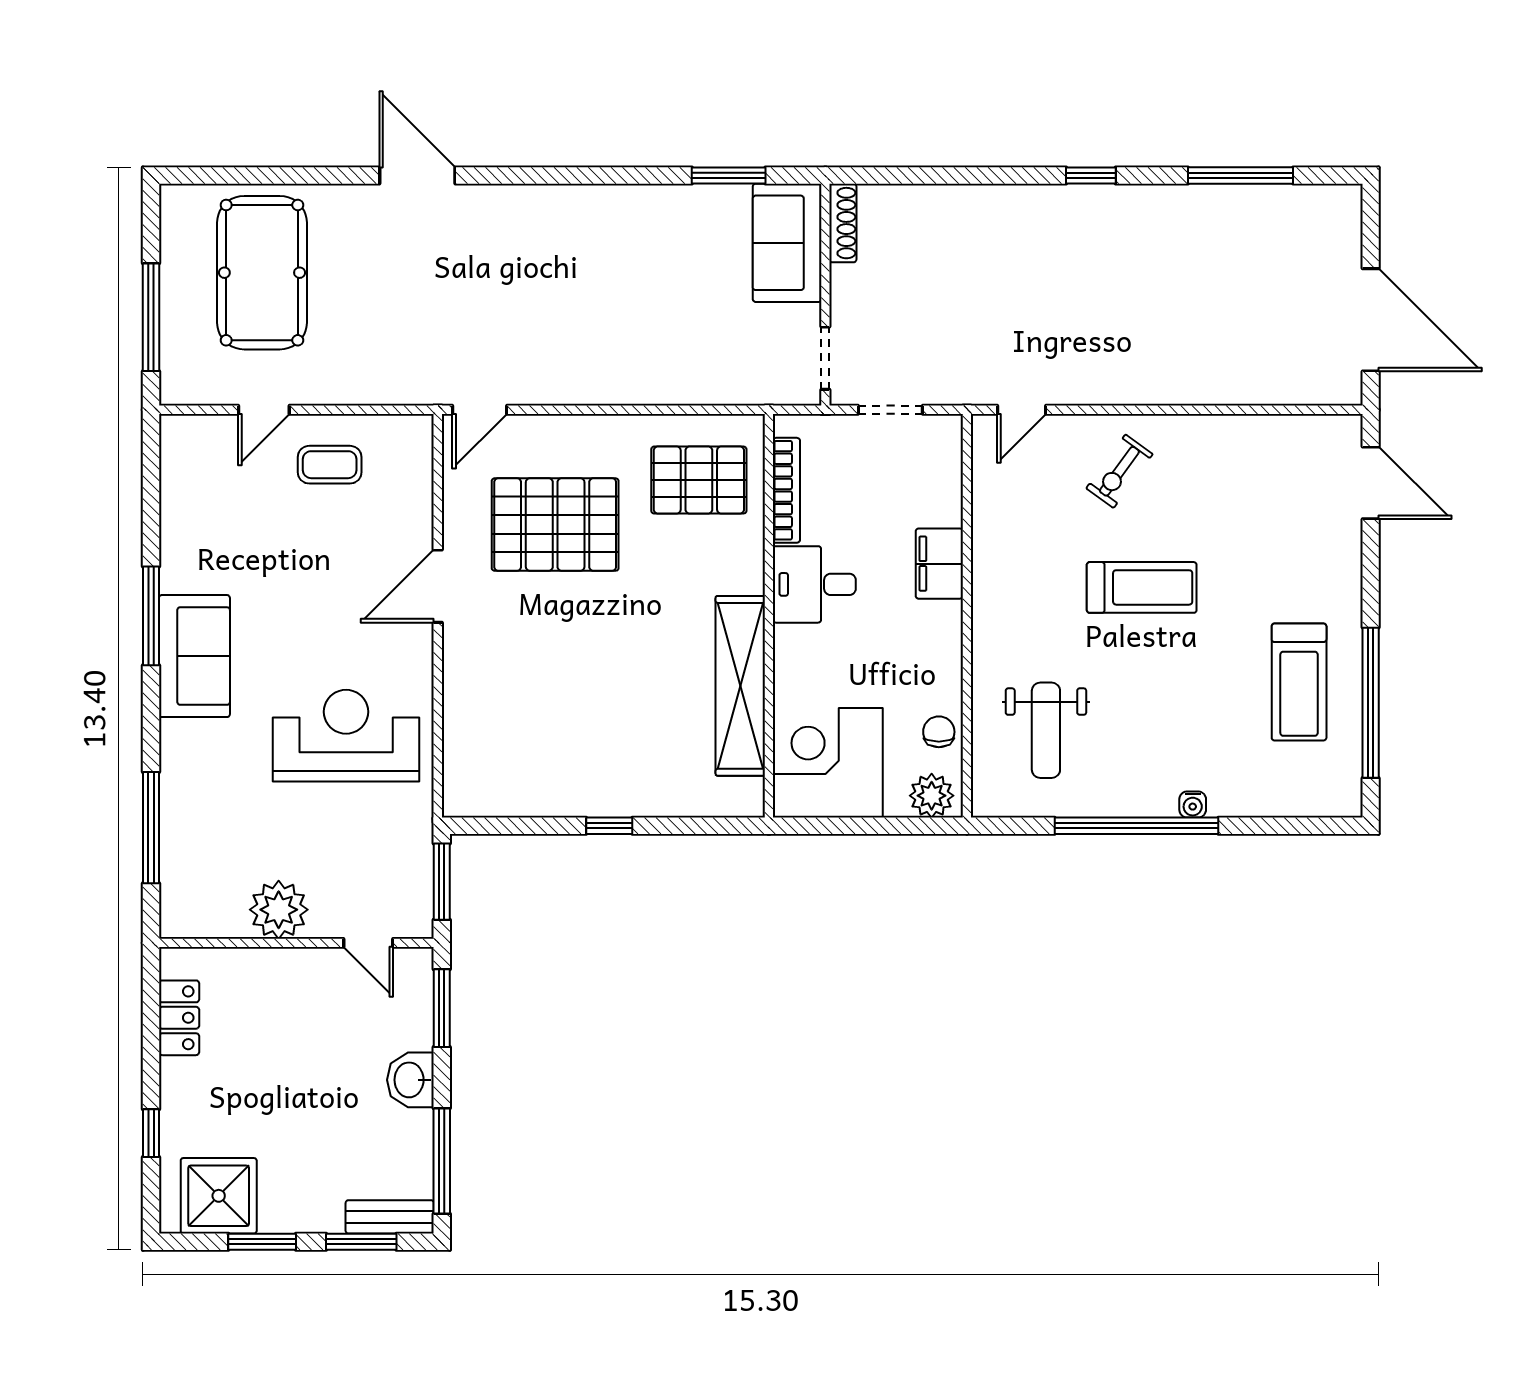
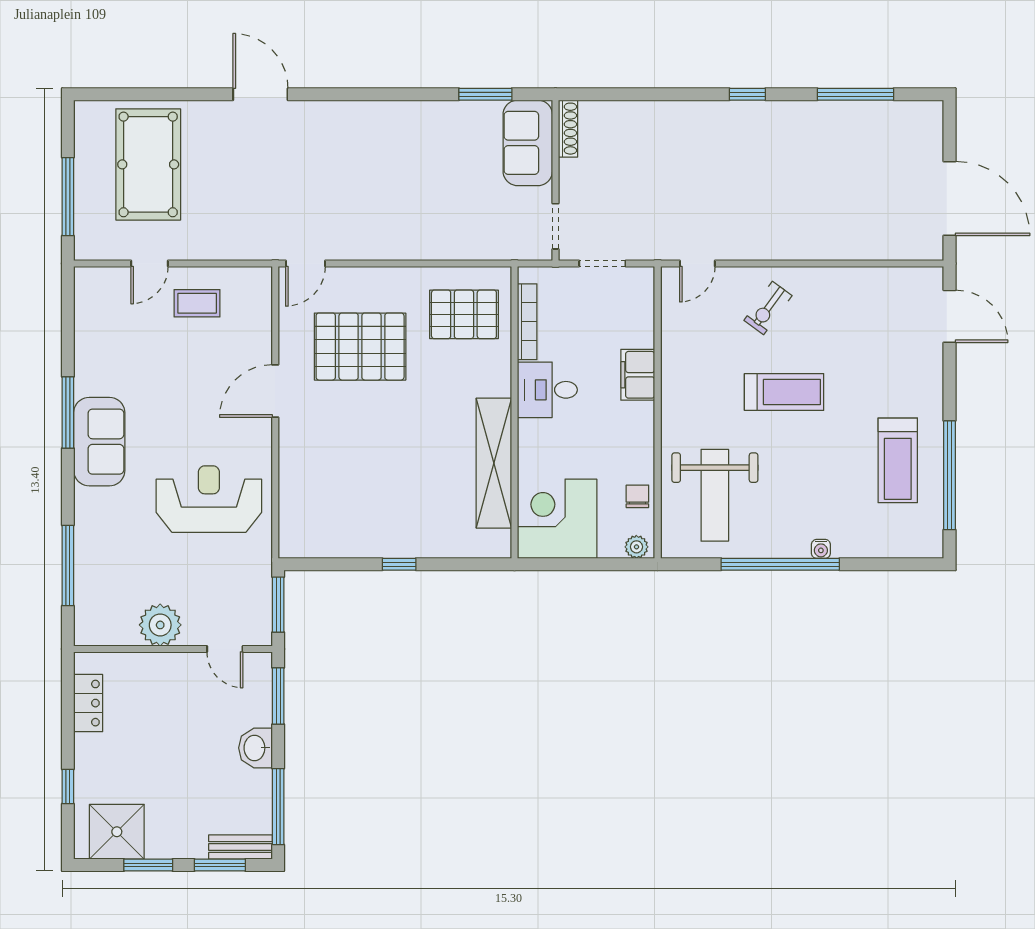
weight bench: (1046, 730) -> (715, 495), width x1.36, depth x1.33
plant: (932, 796) -> (636, 547), width x0.73, depth x0.73

